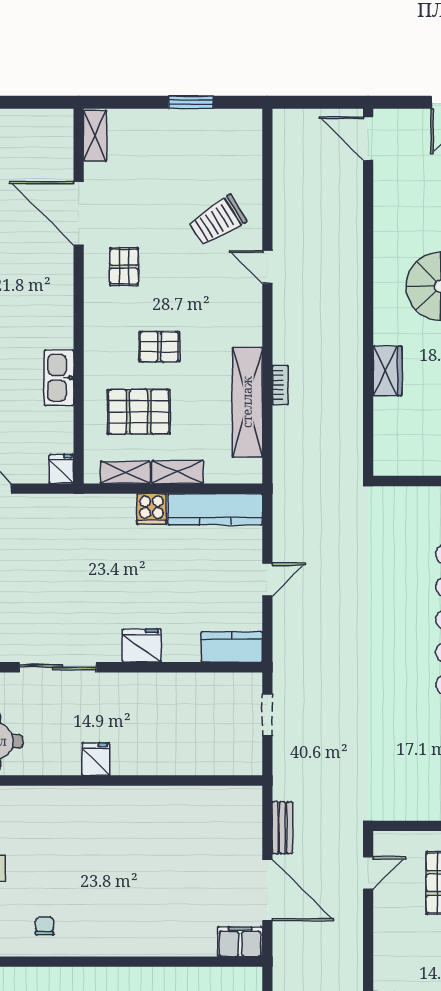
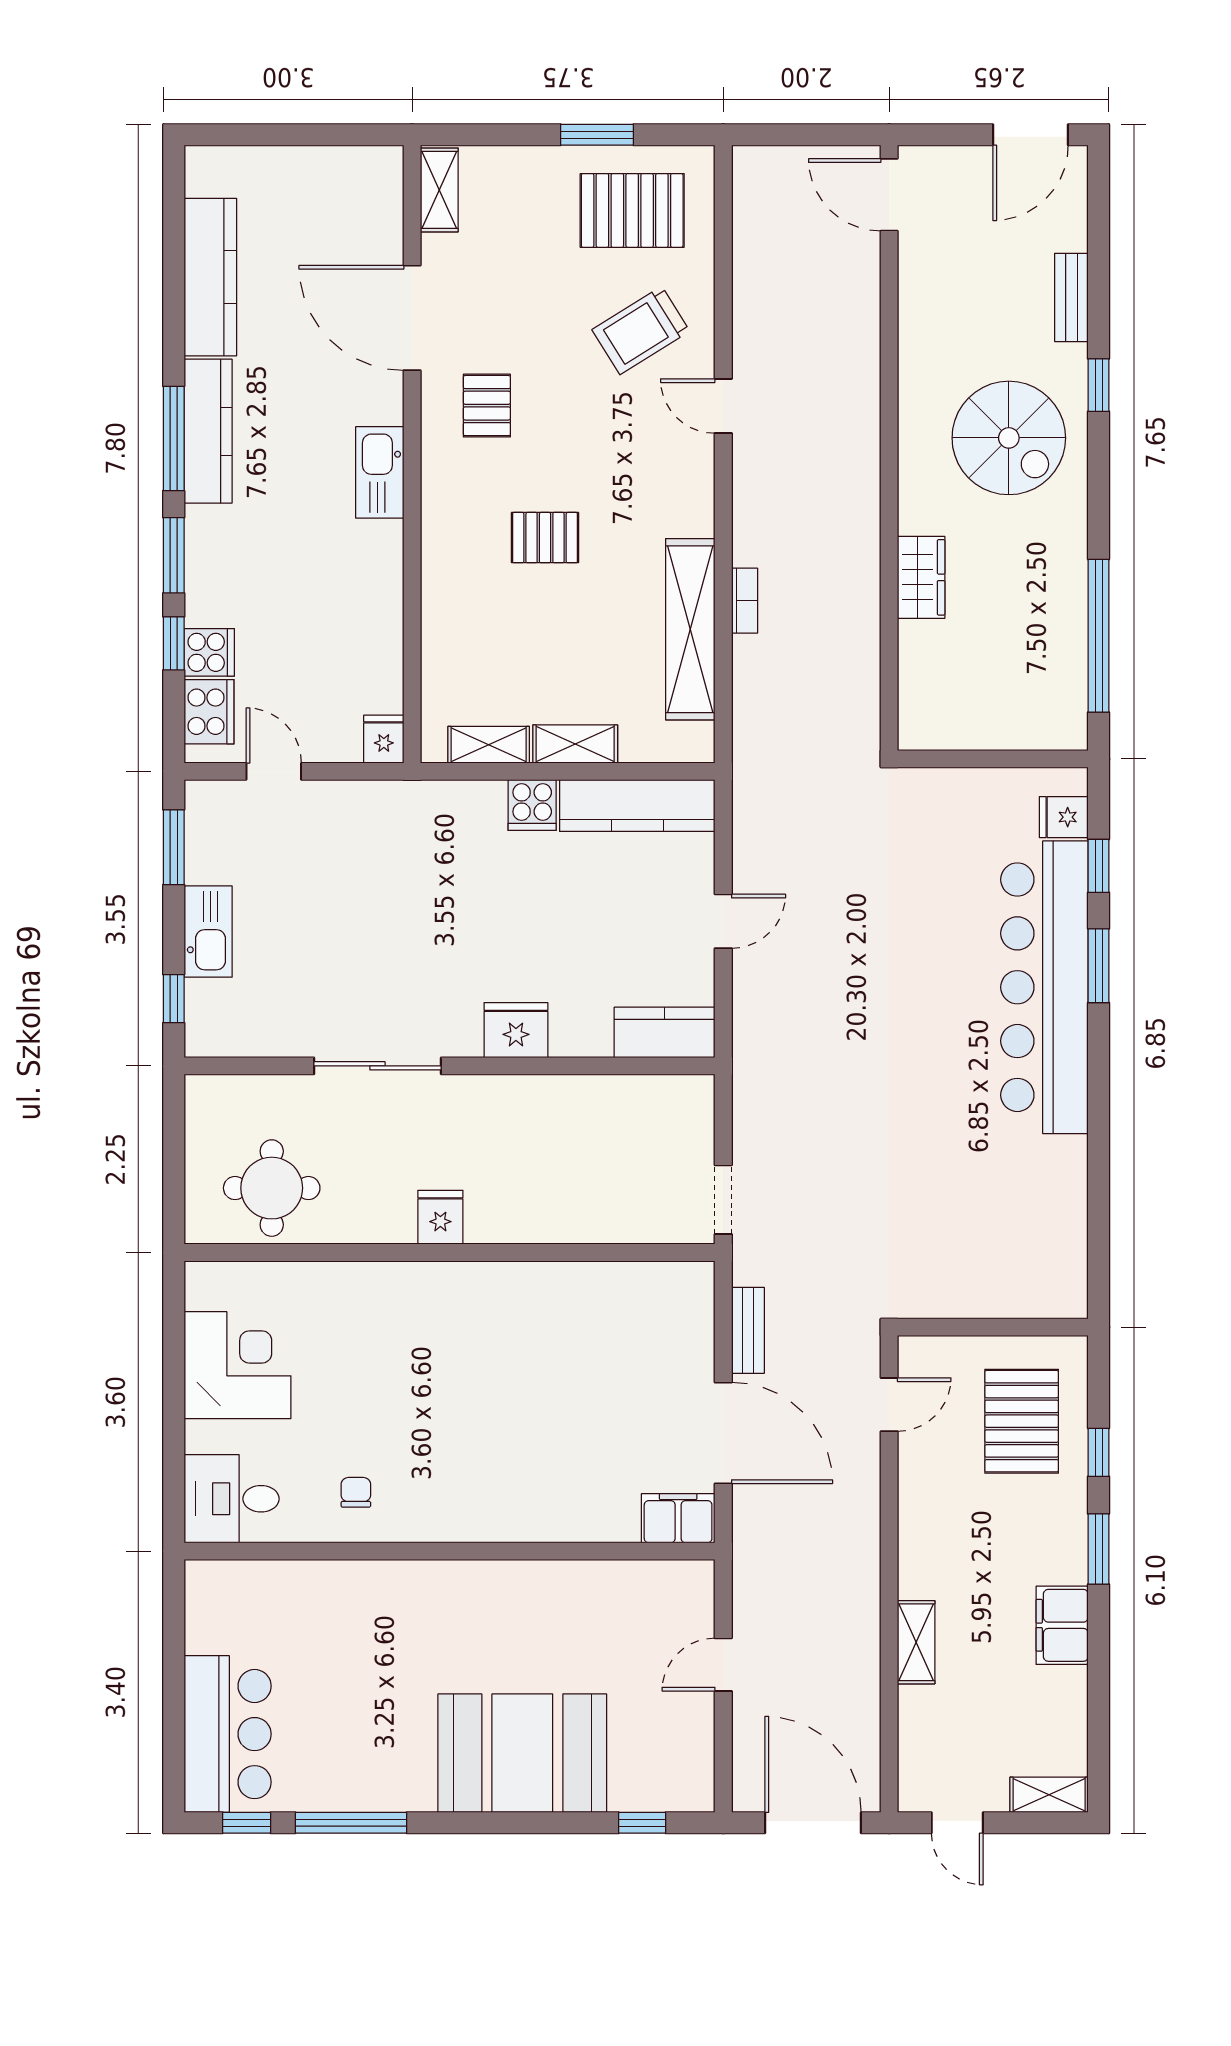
kitchen sink: (59, 378) -> (380, 472), moved
pallet: (139, 412) -> (632, 210), moved
doorway: (267, 715) -> (723, 1200), moved

